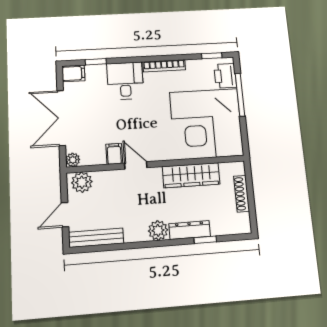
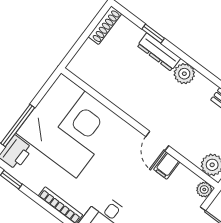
wardrobe: (191, 175) -> (119, 94), removed
shoe rack: (242, 194) -> (105, 25), moved

